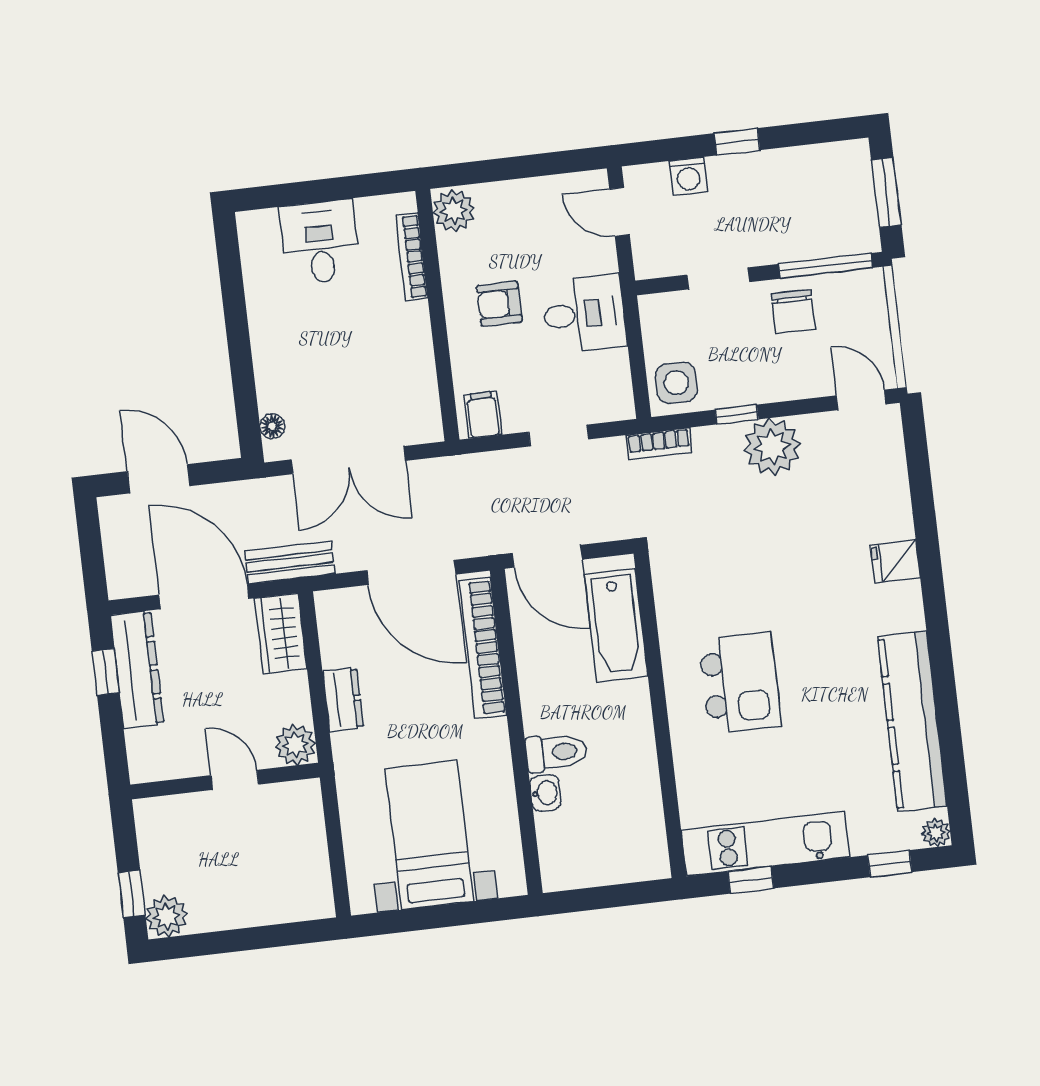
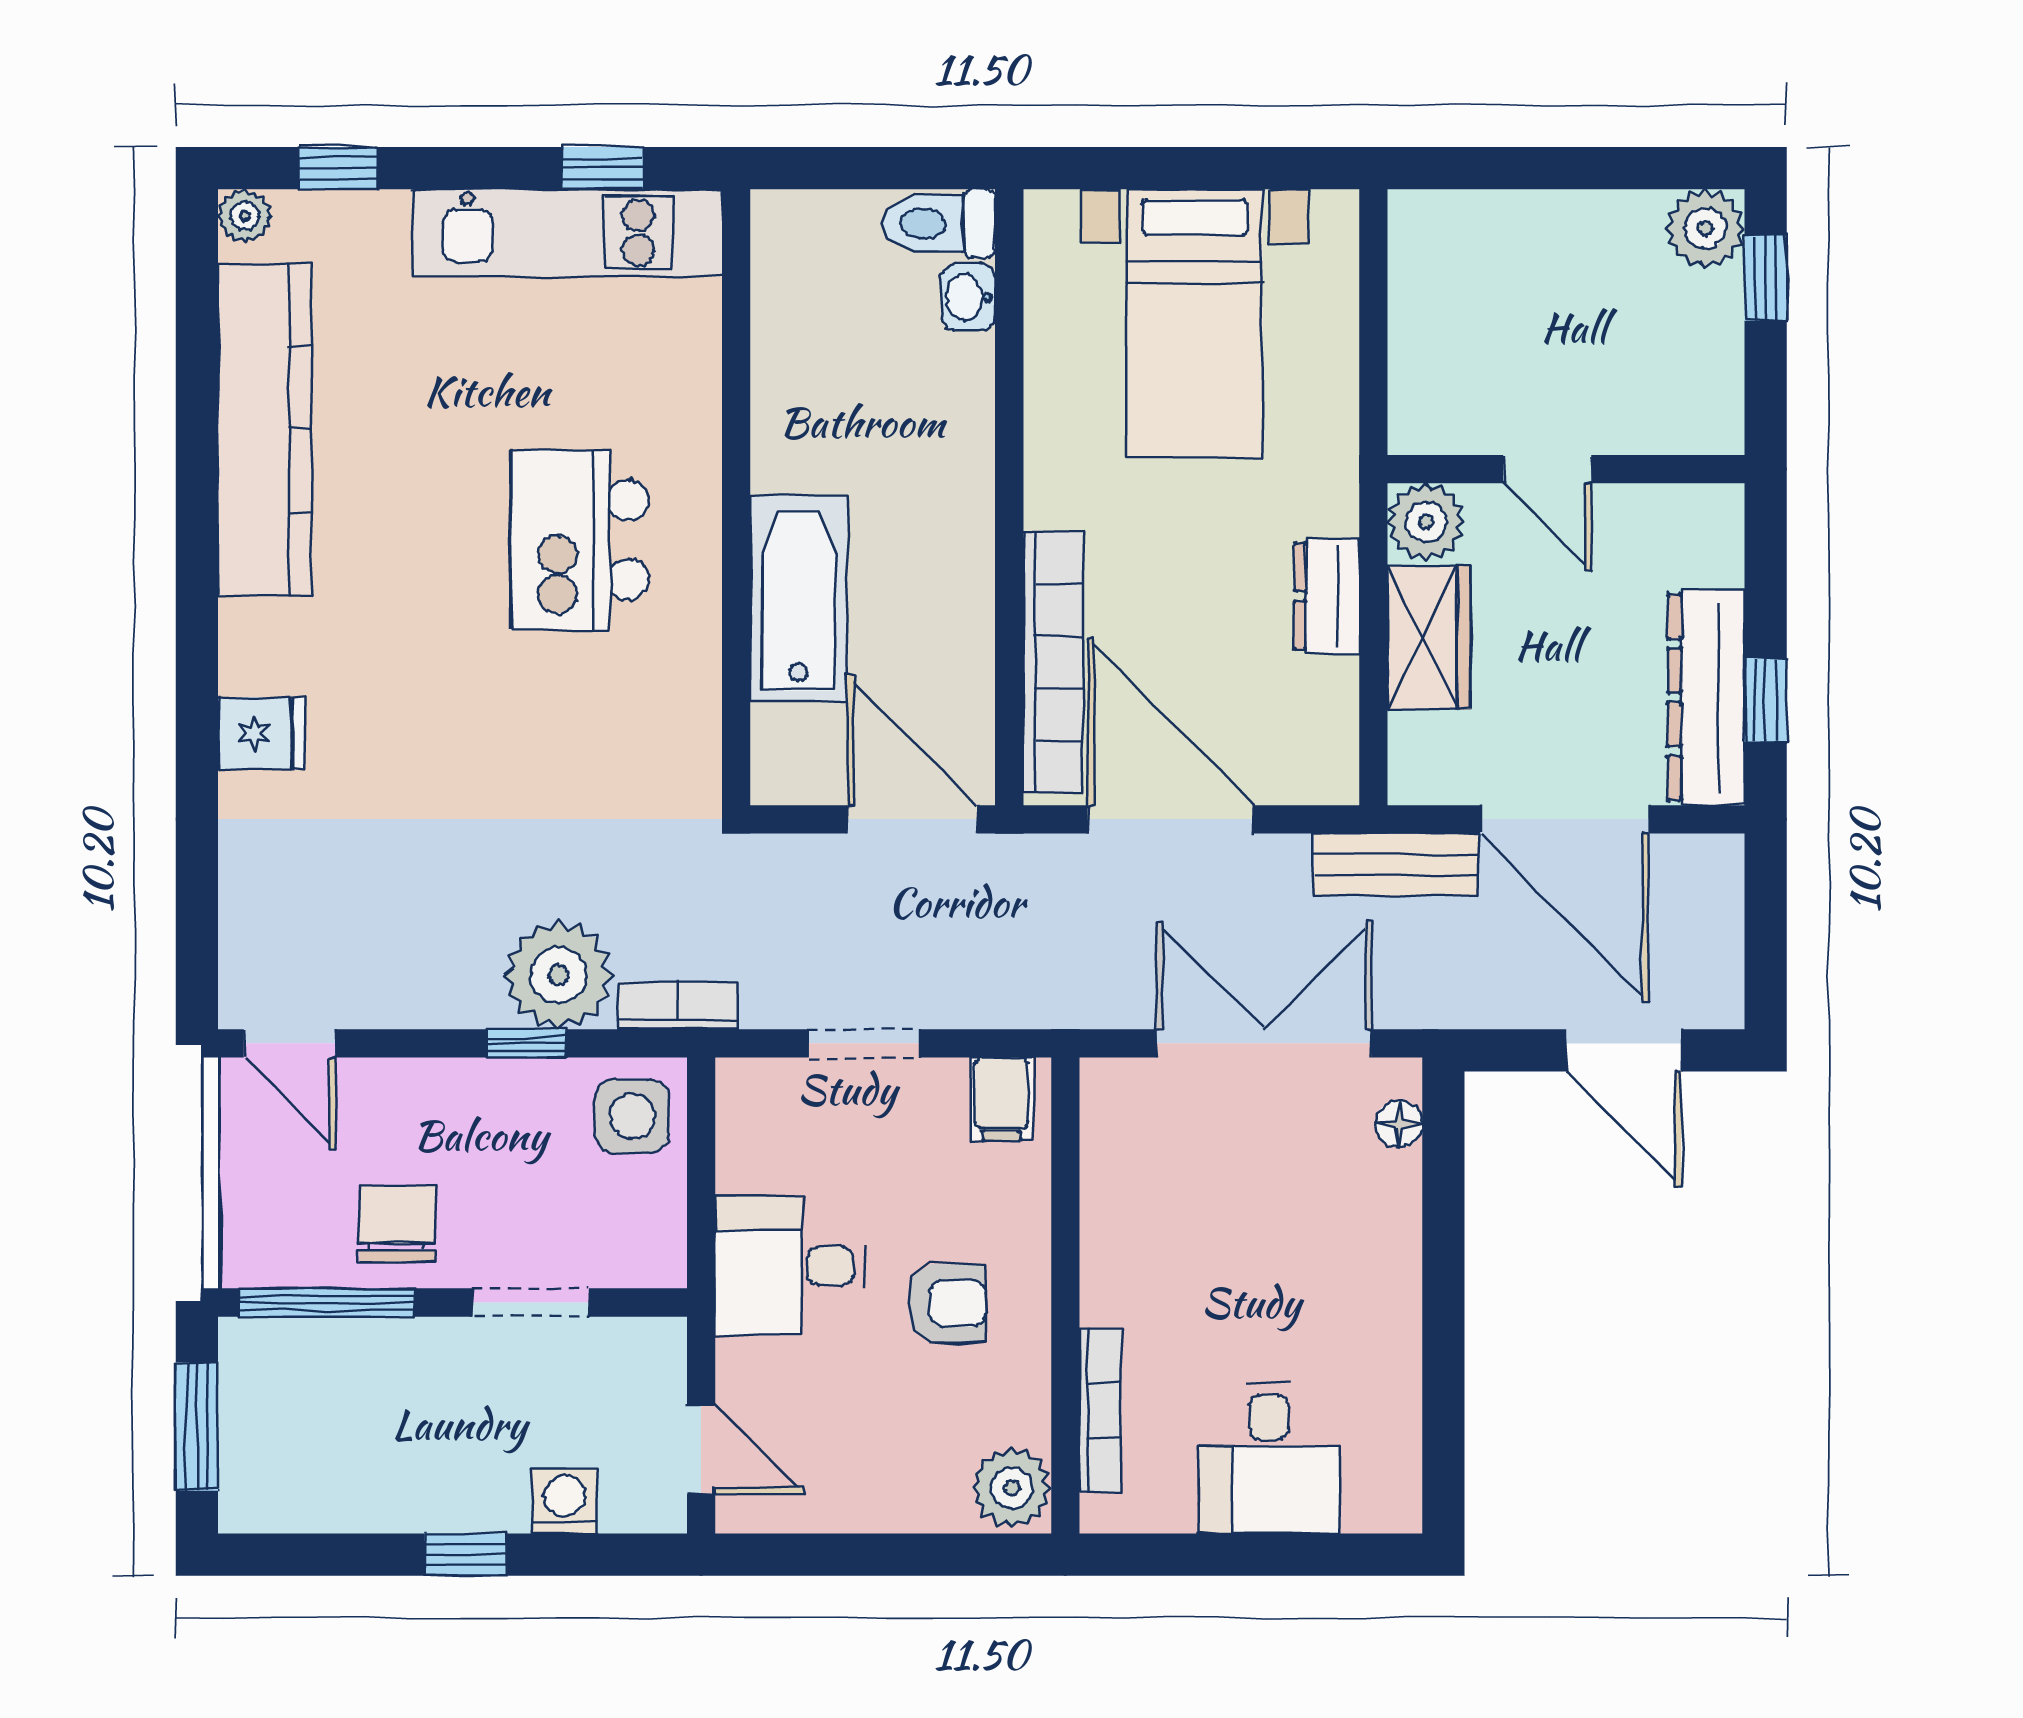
plant: (772, 447) -> (559, 975), moved
bathtub: (616, 625) -> (799, 598), moved
wardrobe: (281, 633) -> (1429, 637), moved
toilet: (556, 752) -> (939, 223), moved
washbasin: (545, 793) -> (968, 297), moved

